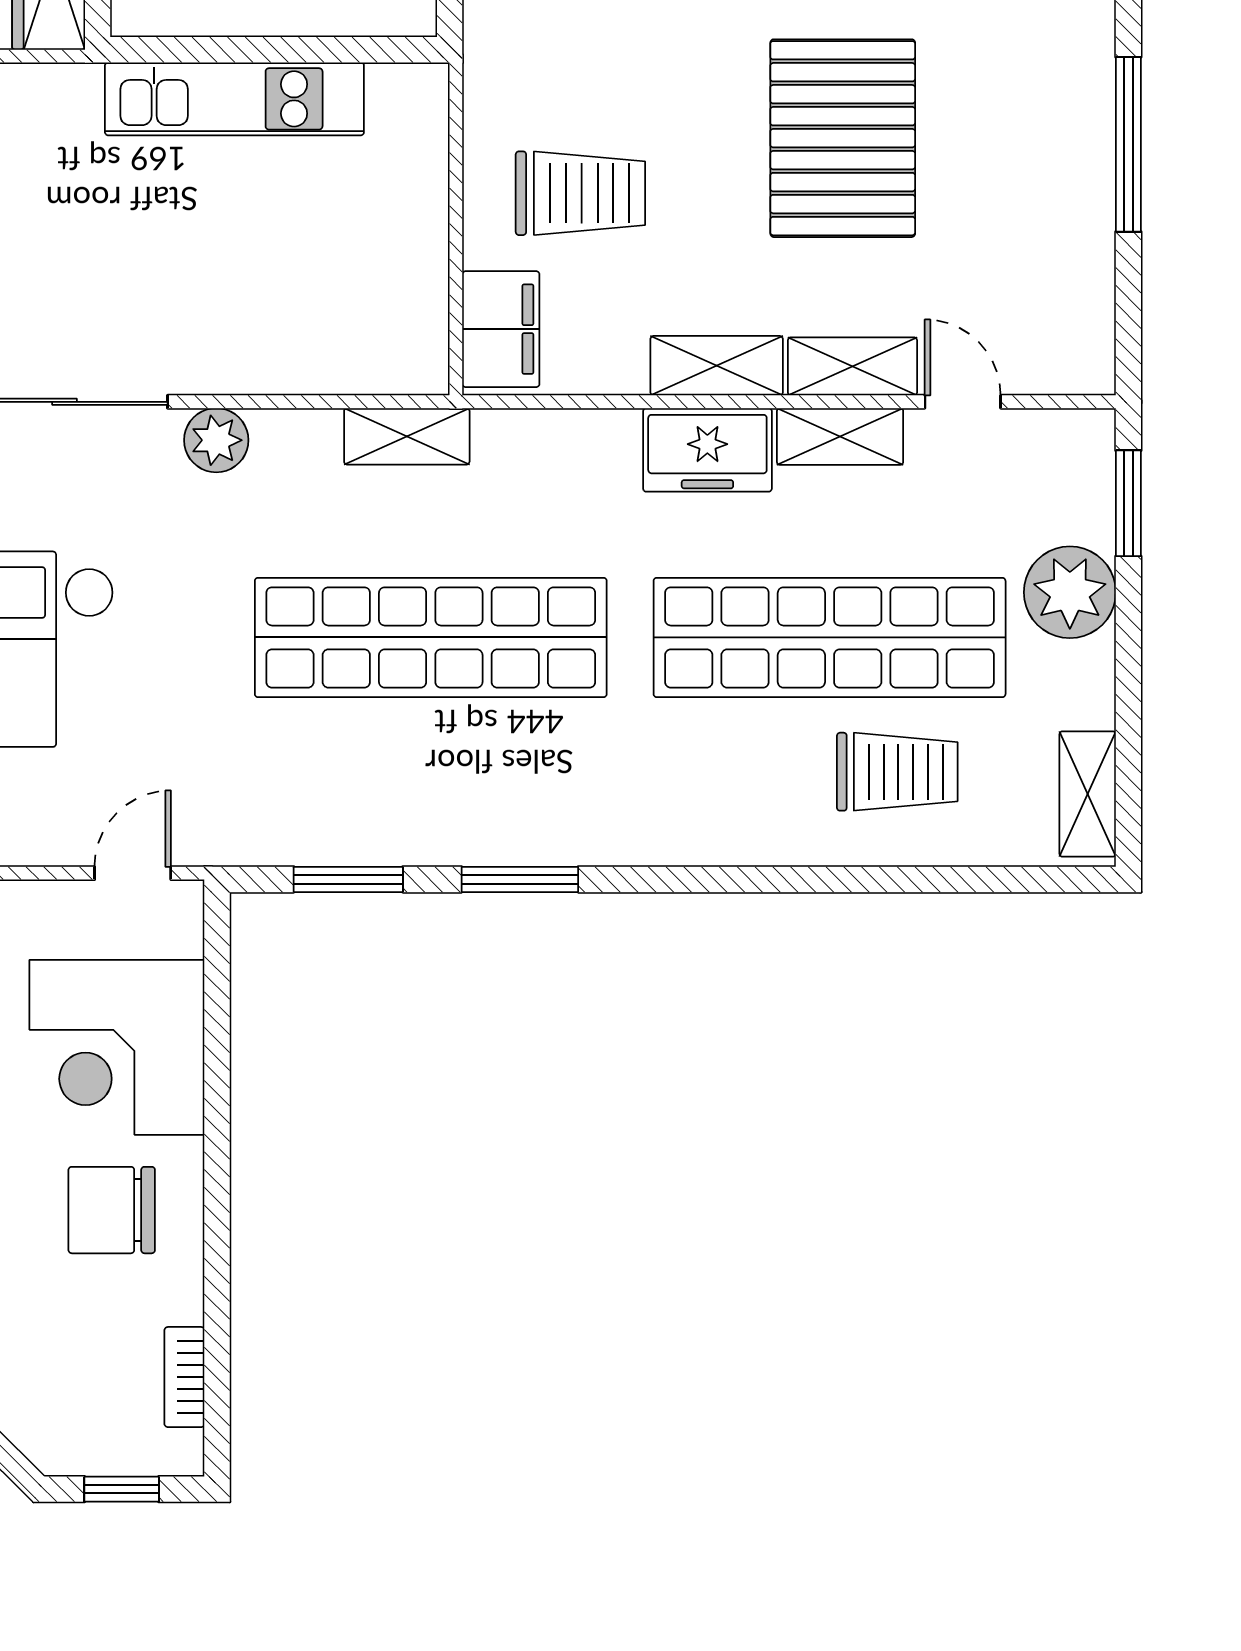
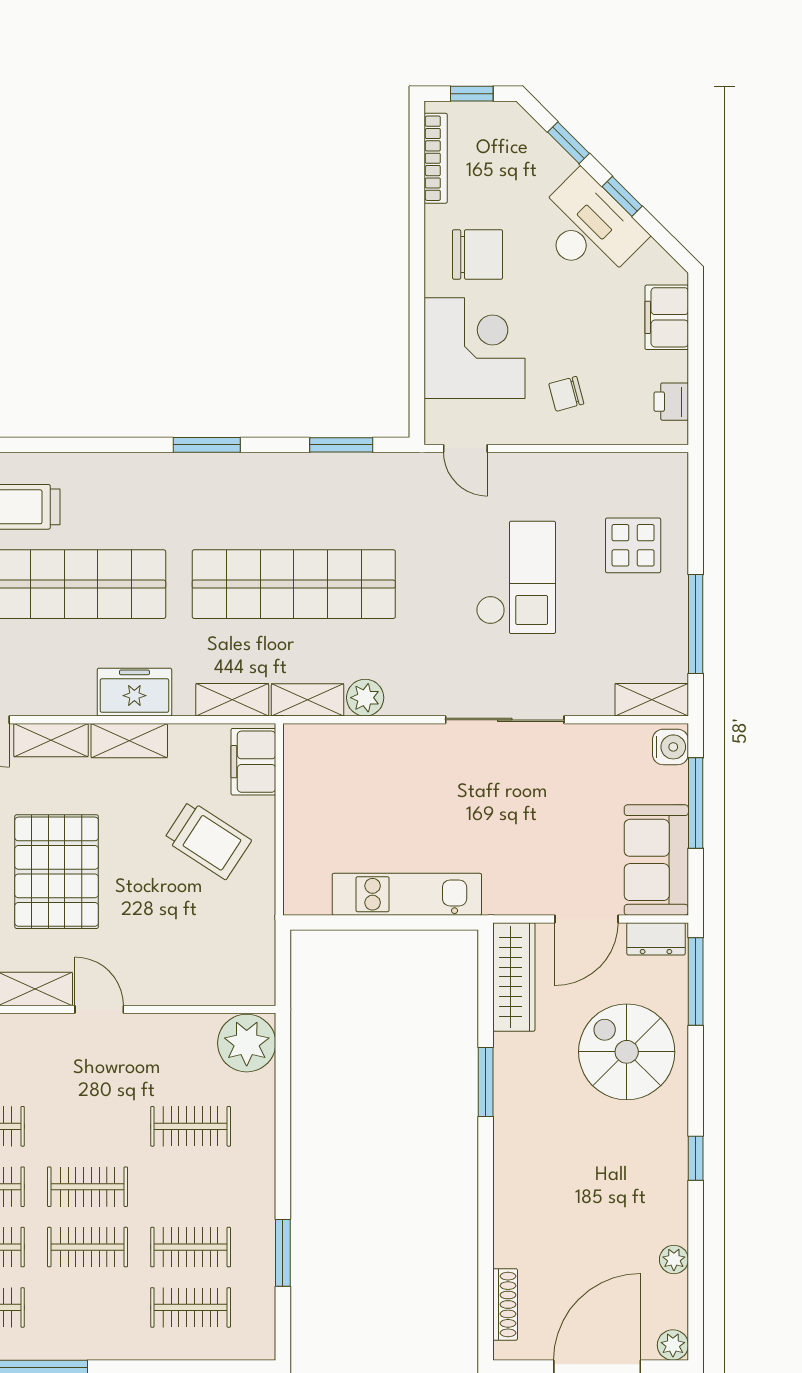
trolley: (580, 193) -> (208, 840), turned -147
shelving: (840, 436) -> (232, 700), moved
plant: (216, 440) -> (365, 698), moved
door: (133, 873) -> (465, 448), hinge flipped
window: (520, 879) -> (207, 445), moved
bookcase: (184, 1377) -> (436, 158), width x1.56

